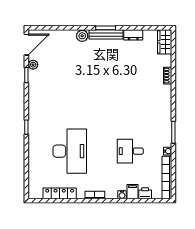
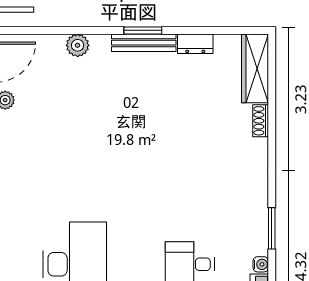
plant: (82, 36) -> (78, 45), moved
wardrobe: (165, 42) -> (255, 68), width x1.50

